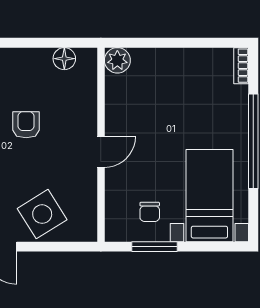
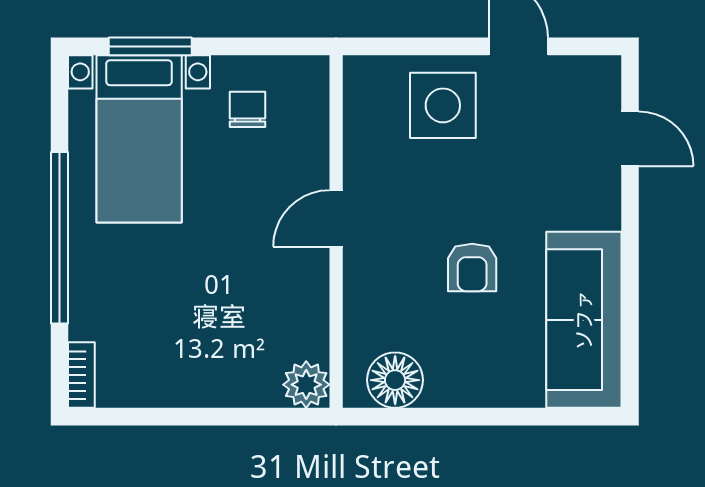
floor lamp: (64, 59) -> (395, 380), width x1.38, depth x1.38
side table: (42, 214) -> (443, 105), turned 32
window: (155, 247) -> (150, 46), moved

